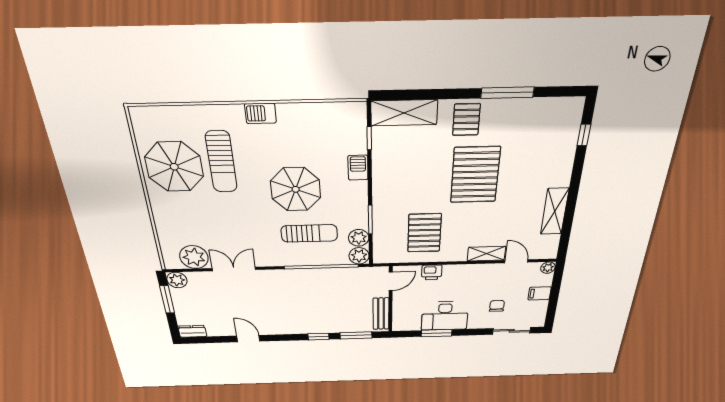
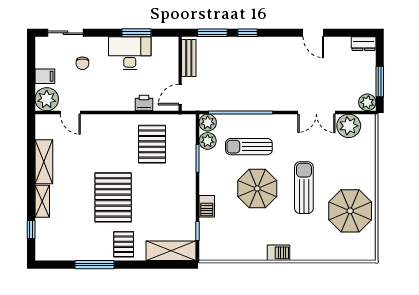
sun lounger: (221, 162) -> (304, 188), moved
shelving: (486, 254) -> (42, 201), moved, turned 90
plant: (548, 268) -> (47, 99), width x1.88, depth x1.88

